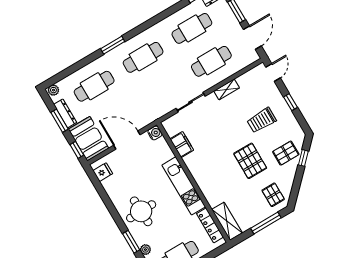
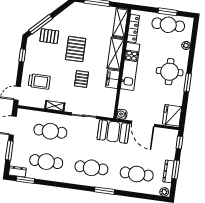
window: (291, 102) -> (22, 55), moved
trolley: (262, 120) -> (39, 81), moved
booth: (88, 139) -> (113, 132), moved, turned 90
filing cabinet: (182, 144) -> (113, 79), moved
window: (303, 158) -> (41, 24), width x2.17
fridge: (103, 172) -> (172, 115), width x1.88, depth x1.34
shelving: (208, 187) -> (116, 54), added
pallet: (273, 195) -> (82, 79), moved
window: (131, 242) -> (188, 82), moved

